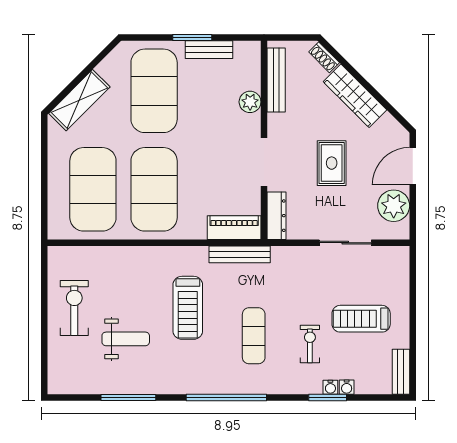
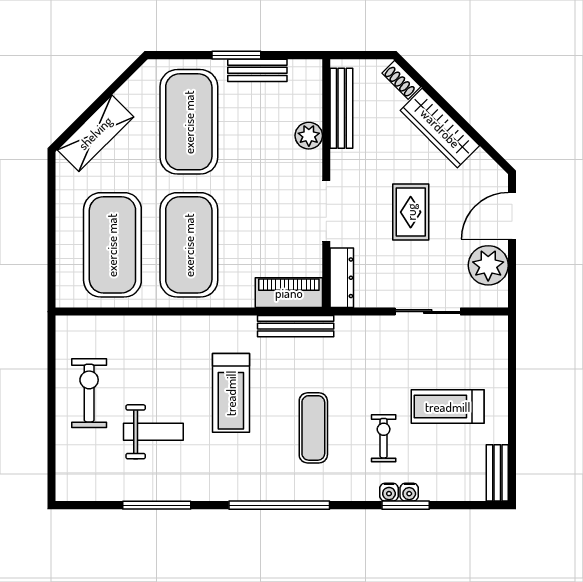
water cooler: (347, 387) -> (389, 492), moved

